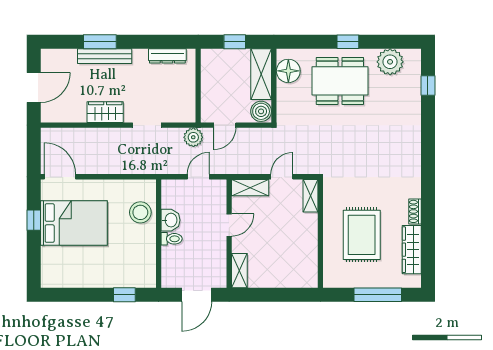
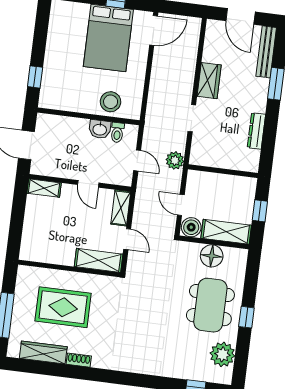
bench: (105, 56) -> (266, 52), moved
dresser: (167, 56) -> (256, 131), moved
floor lamp: (288, 71) -> (212, 256), moved
door: (225, 125) -> (181, 205), moved
shelving: (310, 196) -> (99, 260), width x1.50, depth x1.33
toilet: (172, 239) -> (117, 132), moved

